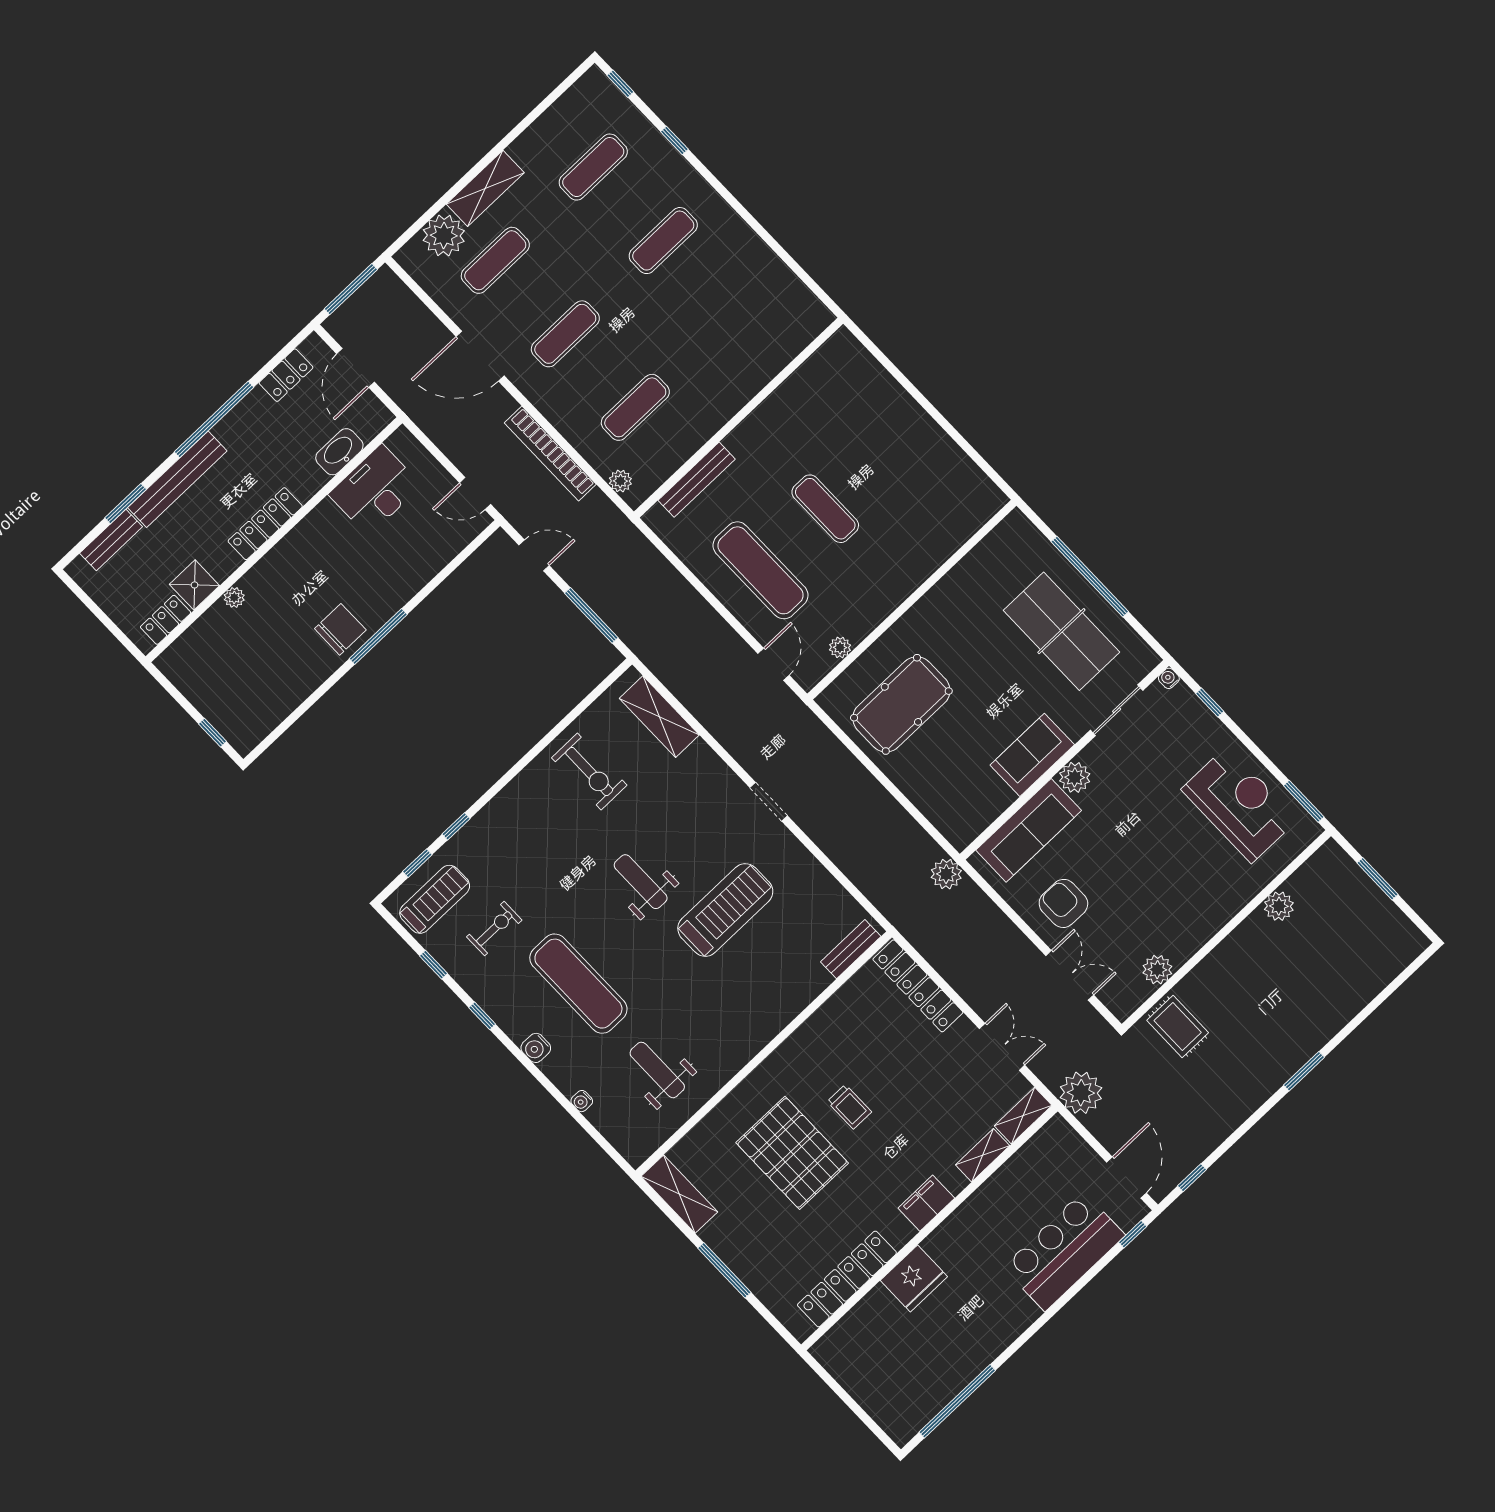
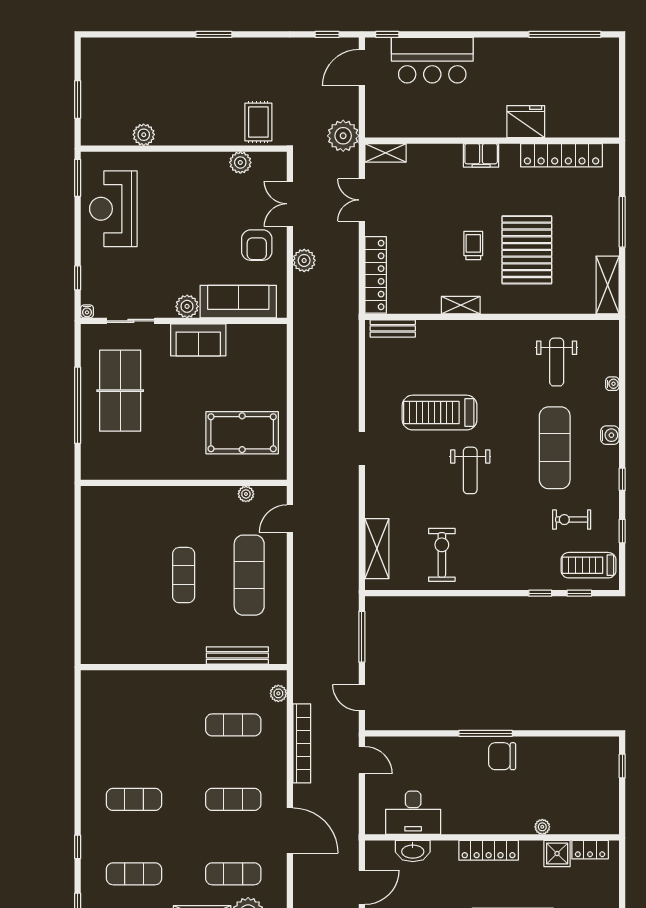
plant: (946, 874) -> (304, 260), moved
shelving: (983, 1155) -> (461, 305), moved

